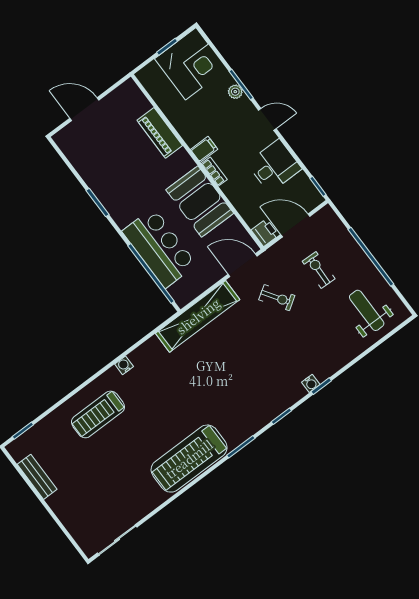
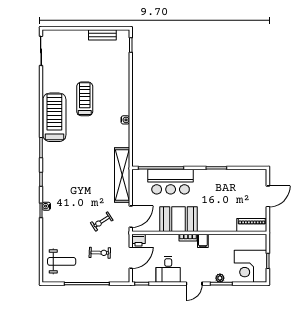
piano: (160, 133) -> (252, 225), moved
treadmill: (98, 414) -> (85, 99), moved

